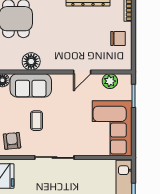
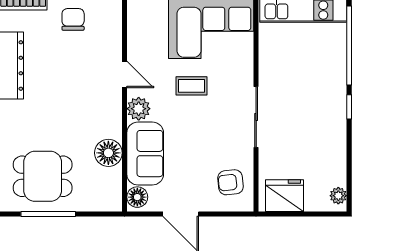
plant: (110, 81) -> (139, 109), moved
coffee table: (37, 121) -> (192, 86), moved

